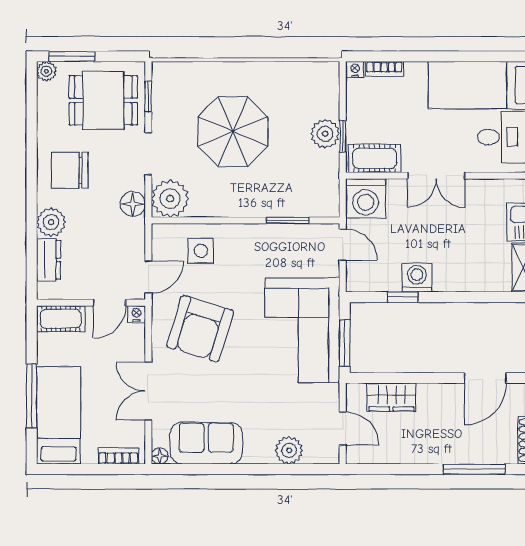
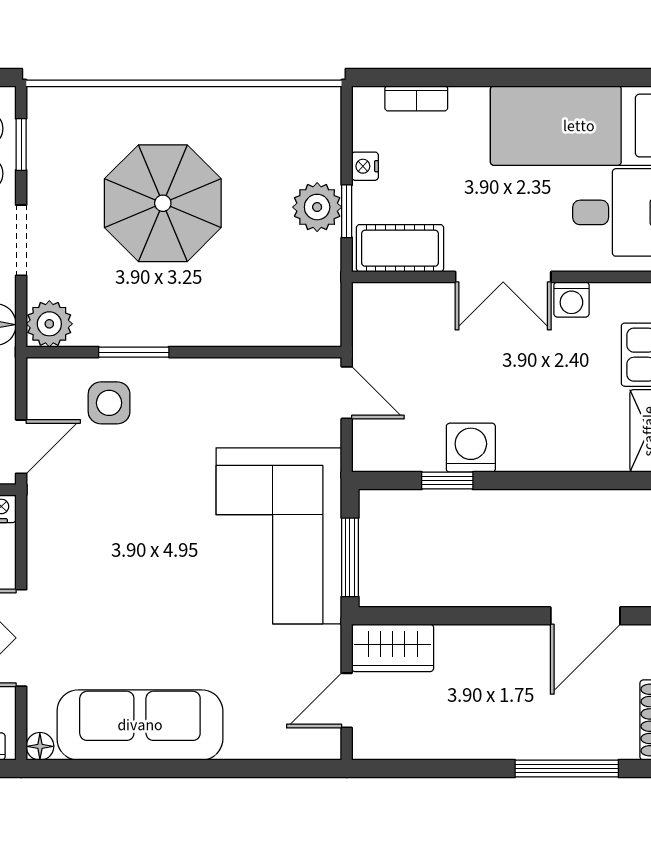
nightstand: (355, 69) -> (365, 166), moved, turned -90
washing machine: (366, 198) -> (571, 300), moved, width x0.53, depth x0.53
plant: (170, 199) -> (49, 324), width x0.73, depth x0.73
window: (287, 220) -> (134, 352), moved
armchair: (200, 329) -> (108, 533), removed
wardrobe: (392, 397) -> (393, 648), moved
door: (343, 428) -> (347, 700), swing flipped
sofa: (206, 443) -> (140, 725), width x1.36
plant: (289, 450) -> (257, 737), removed

